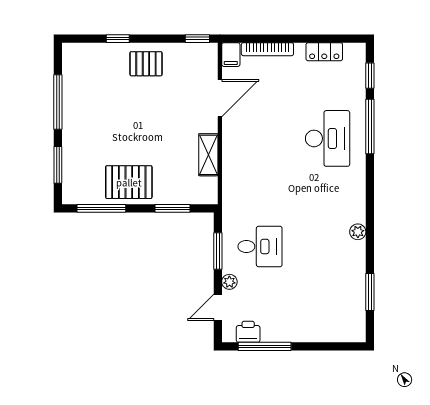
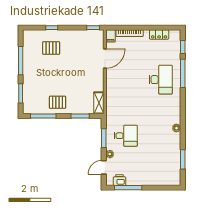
pallet: (146, 64) -> (51, 48), moved
shelving: (208, 155) -> (99, 103), moved
pallet: (129, 182) -> (58, 102), width x0.67, depth x0.71

